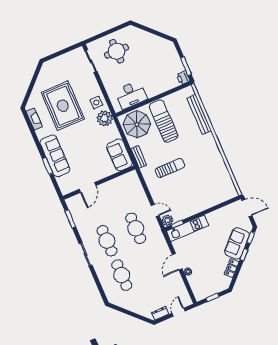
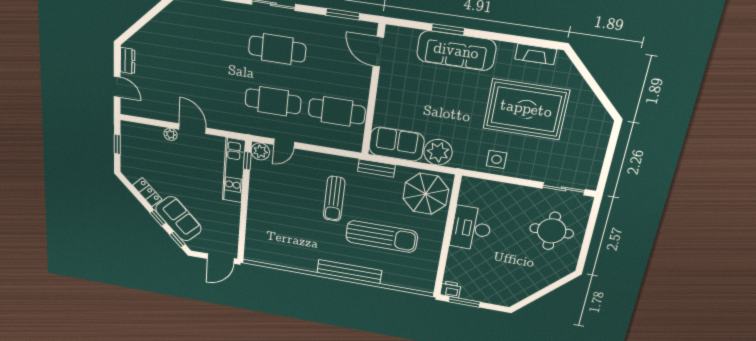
desk: (131, 95) -> (471, 228), moved
bench: (199, 114) -> (349, 272), moved
plant: (105, 118) -> (438, 152), moved
sun lounger: (164, 121) -> (382, 237), moved
door: (88, 187) -> (378, 52), moved
cafe table: (122, 275) -> (337, 111), moved

